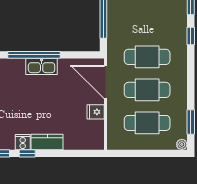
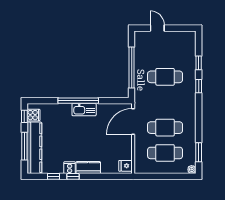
cafe table: (147, 57) -> (165, 77), moved
door: (105, 82) -> (133, 121), hinge flipped
fridge: (96, 112) -> (125, 166), moved

